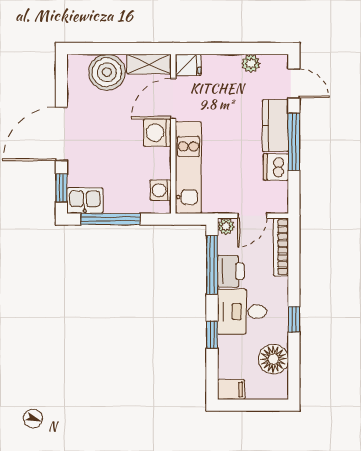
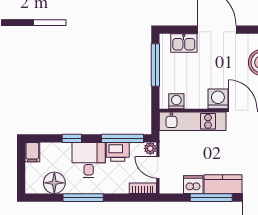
window: (61, 188) -> (178, 30), removed
kitchen sink: (85, 201) -> (184, 43), moved, turned 90
bookcase: (281, 247) -> (143, 188), width x0.64
window: (294, 319) -> (83, 198), width x2.17

